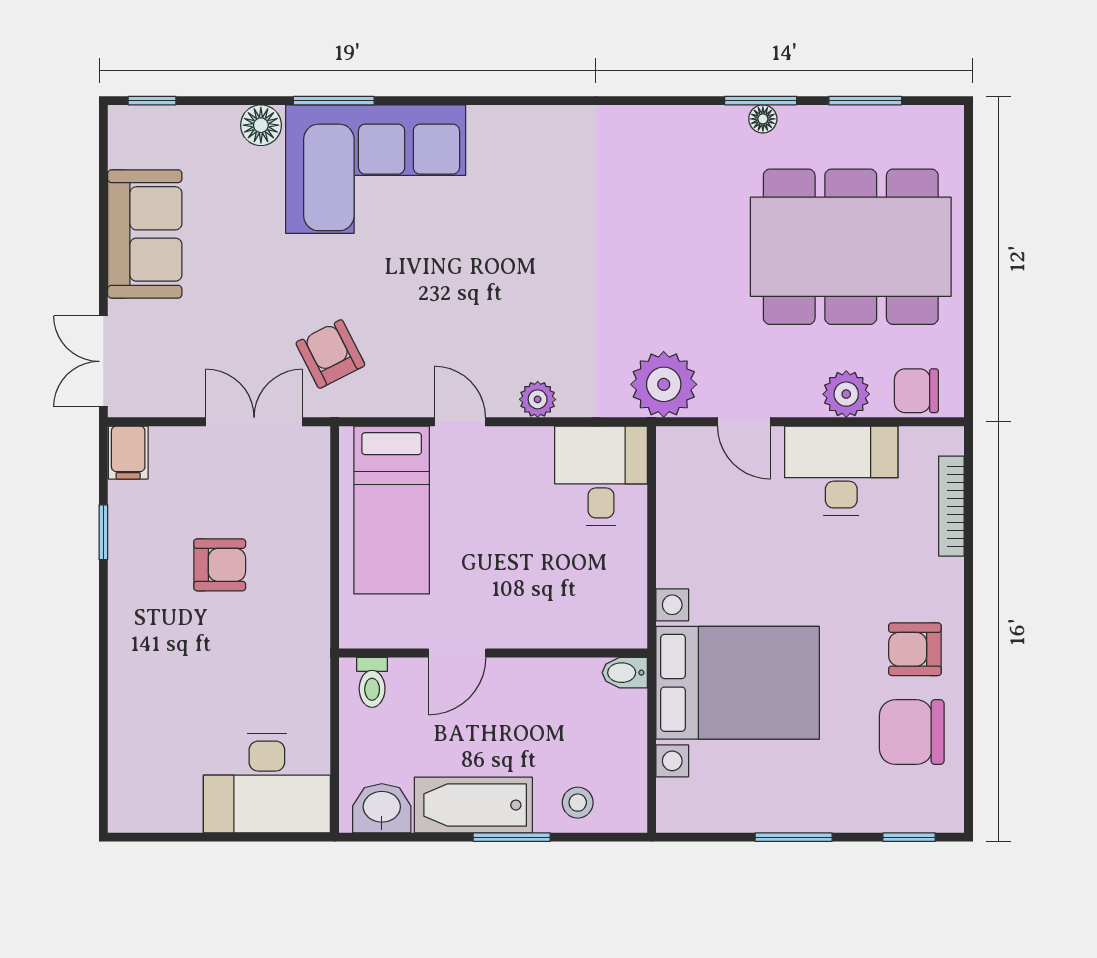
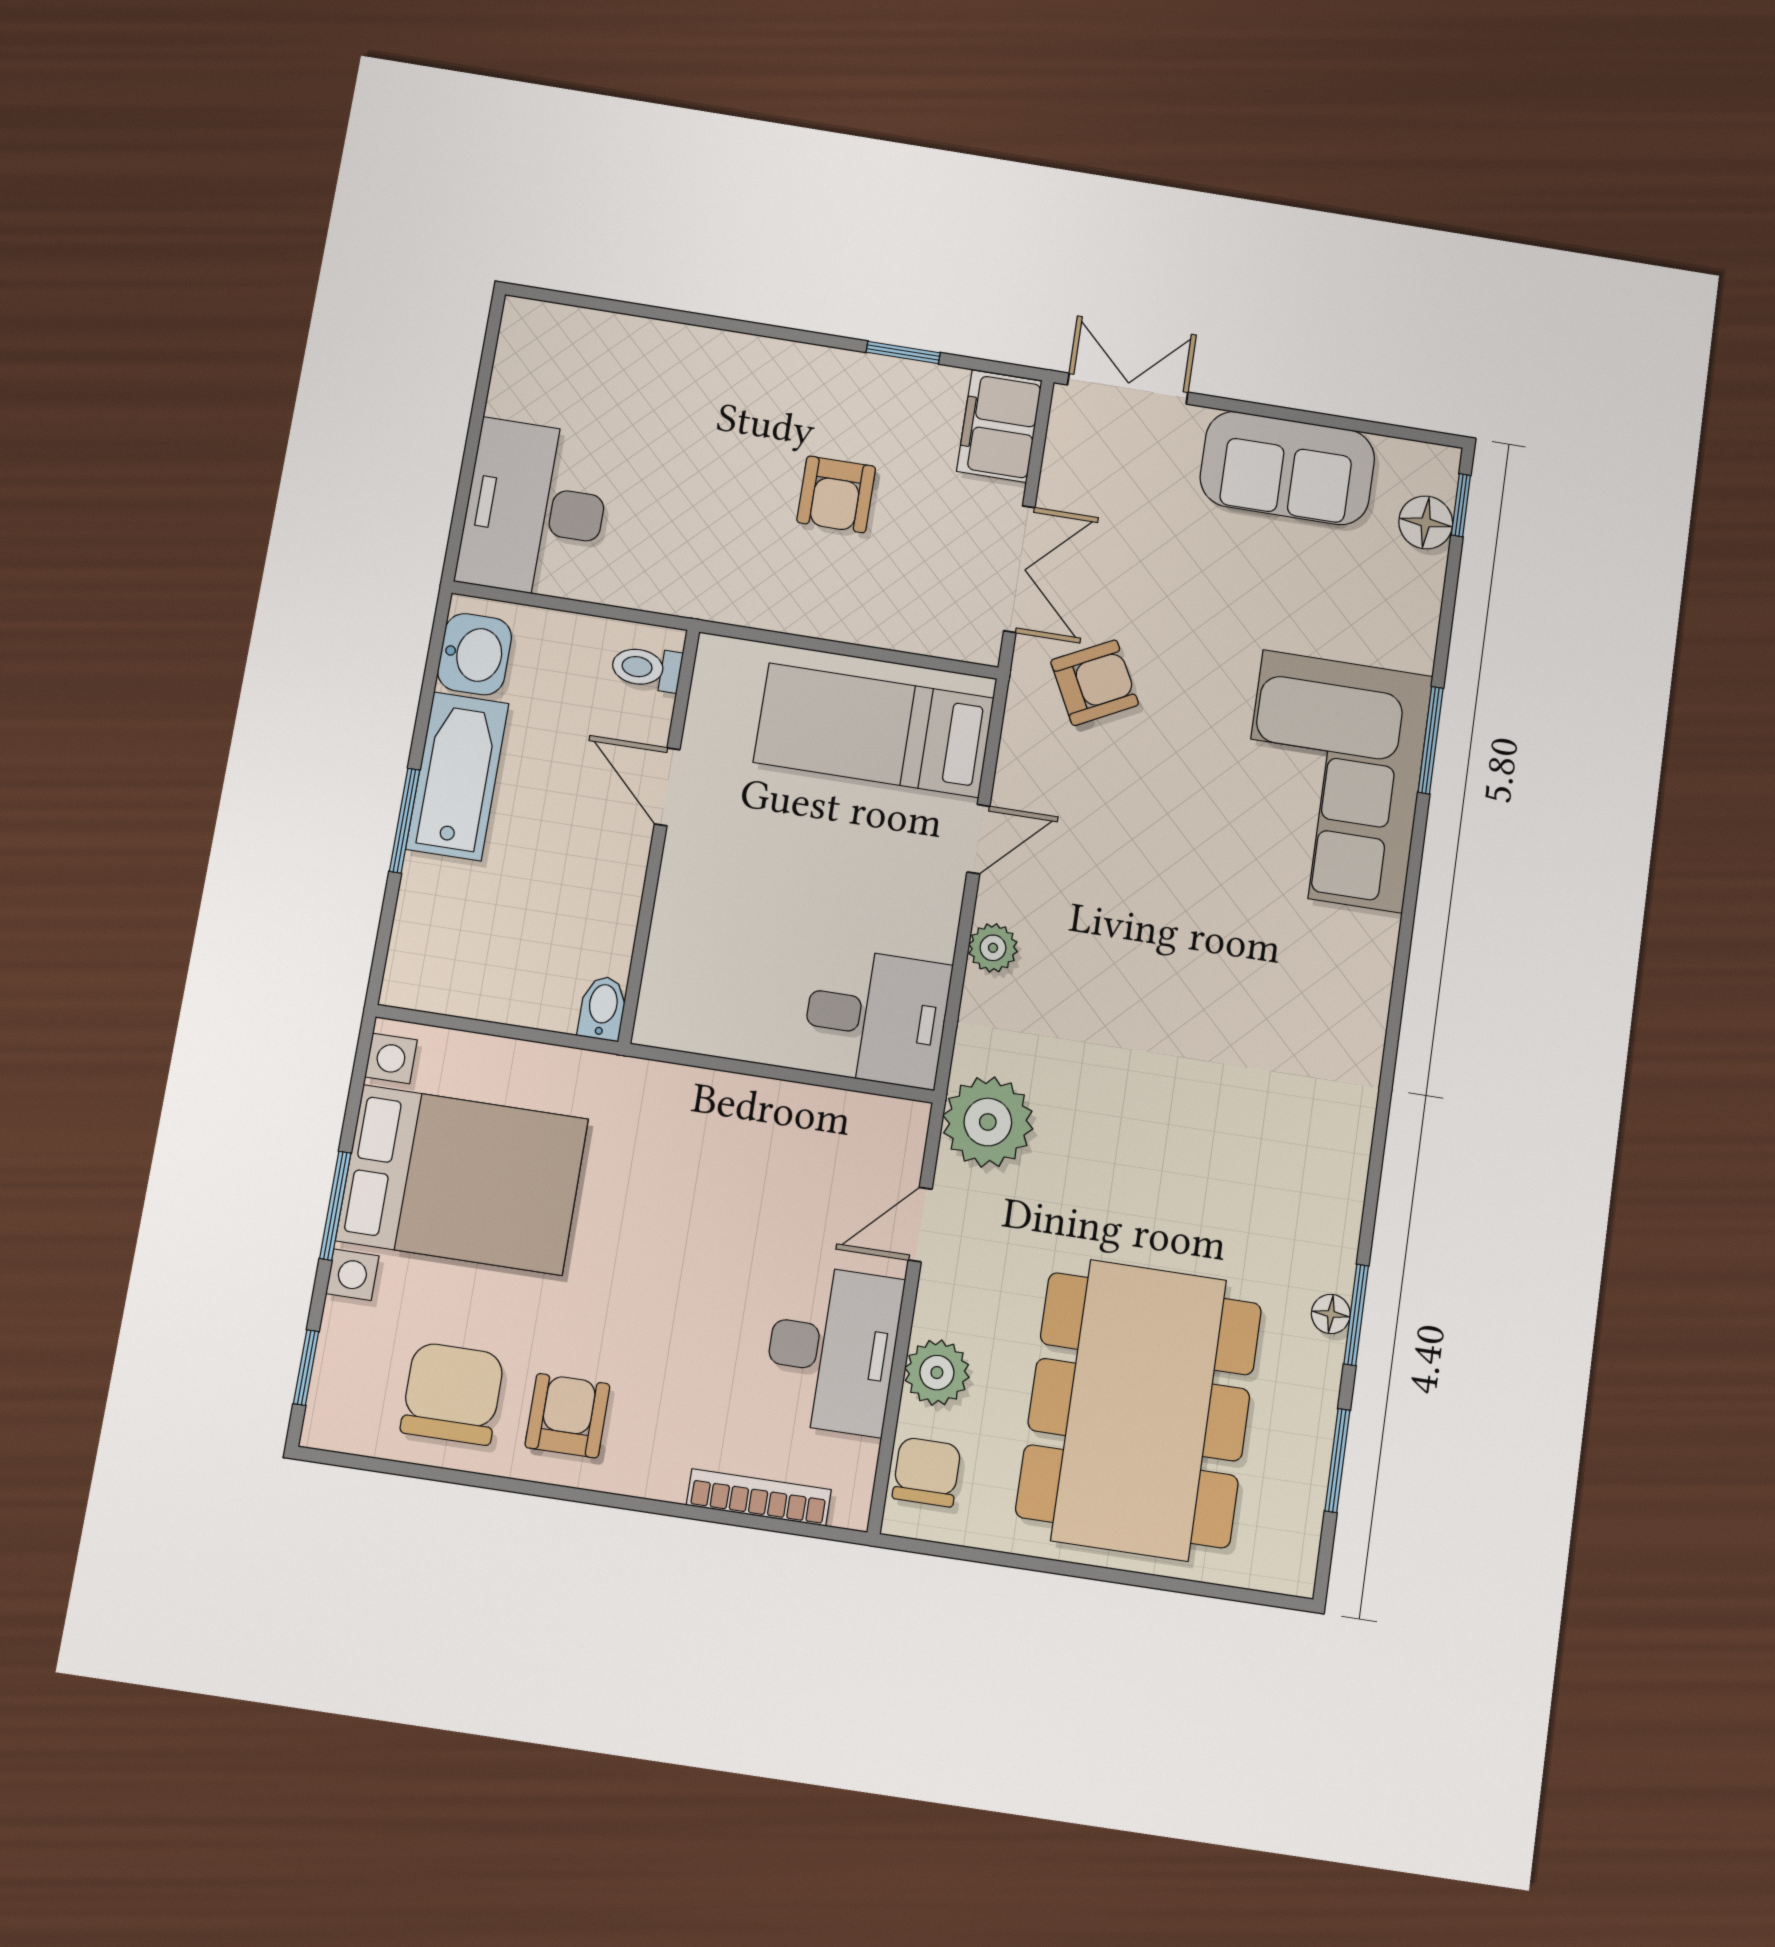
floor lamp: (261, 125) -> (1426, 522), moved
filing cabinet: (128, 453) -> (999, 426), width x2.00
bed with nightstands: (738, 683) -> (462, 1180), moved, turned -90
stool: (578, 803) -> (436, 917), removed

